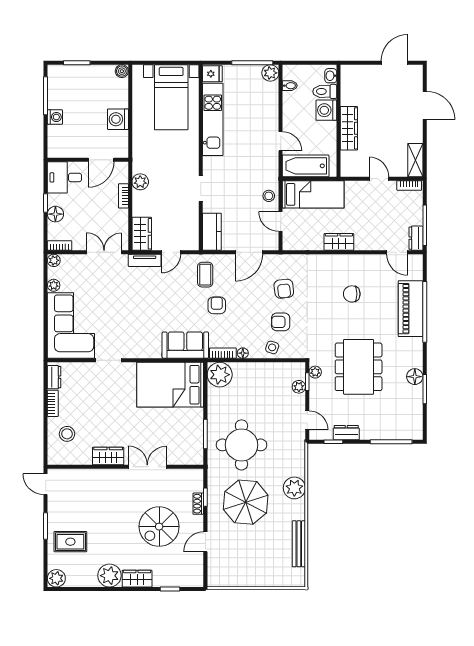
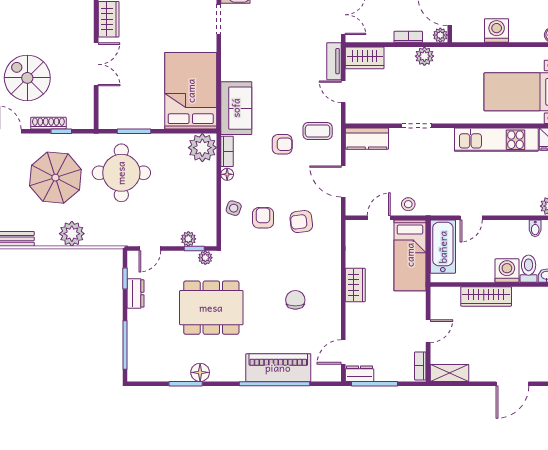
plant: (122, 168) -> (440, 35), added
shoe rack: (198, 504) -> (48, 123), width x1.43

